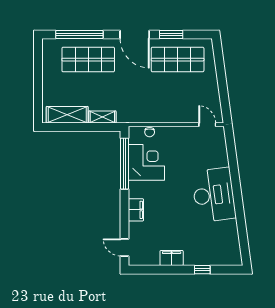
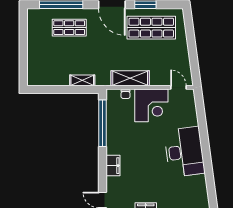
shop shelf: (88, 60) -> (69, 28), width x0.70, depth x0.74
shelving: (67, 115) -> (130, 78), moved
corner desk: (146, 162) -> (151, 105), moved, turned 90

